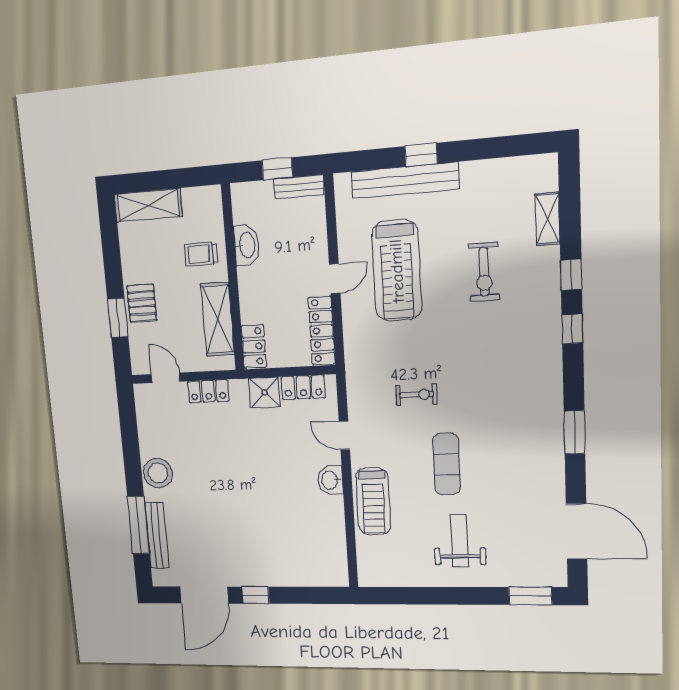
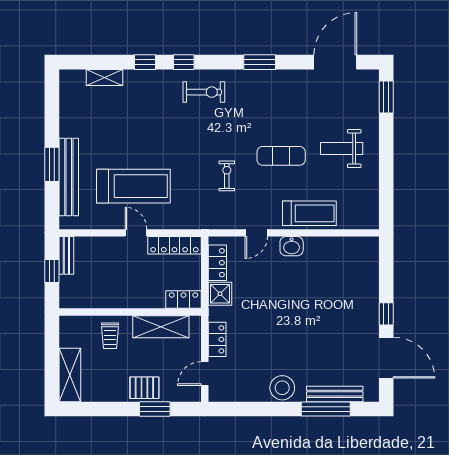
window: (421, 155) -> (52, 164), width x1.50
washbasin: (247, 245) -> (106, 299), removed
exercise bike: (484, 272) -> (204, 92), moved

